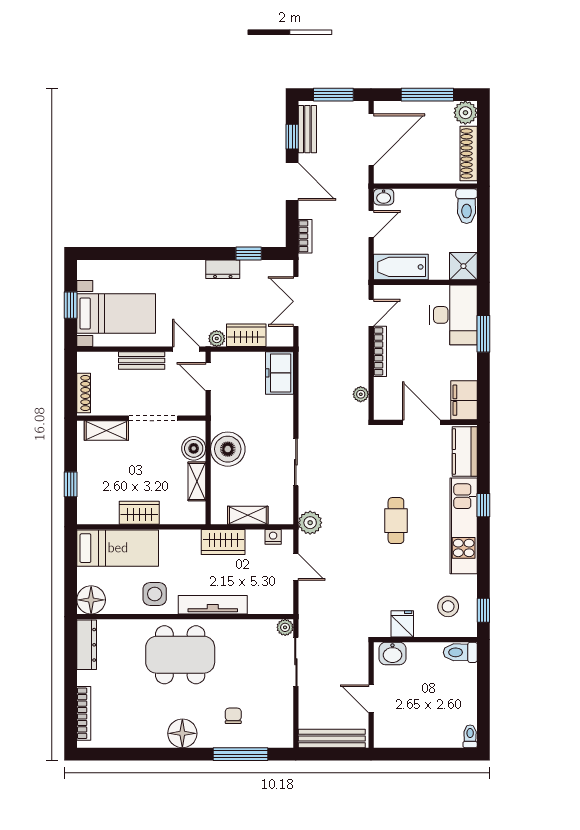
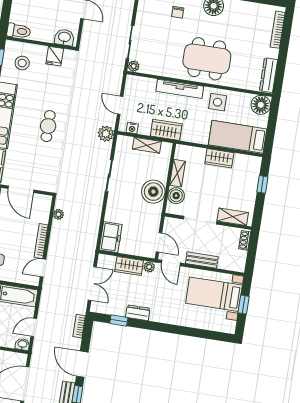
shoe rack: (84, 393) -> (245, 240), width x0.70

